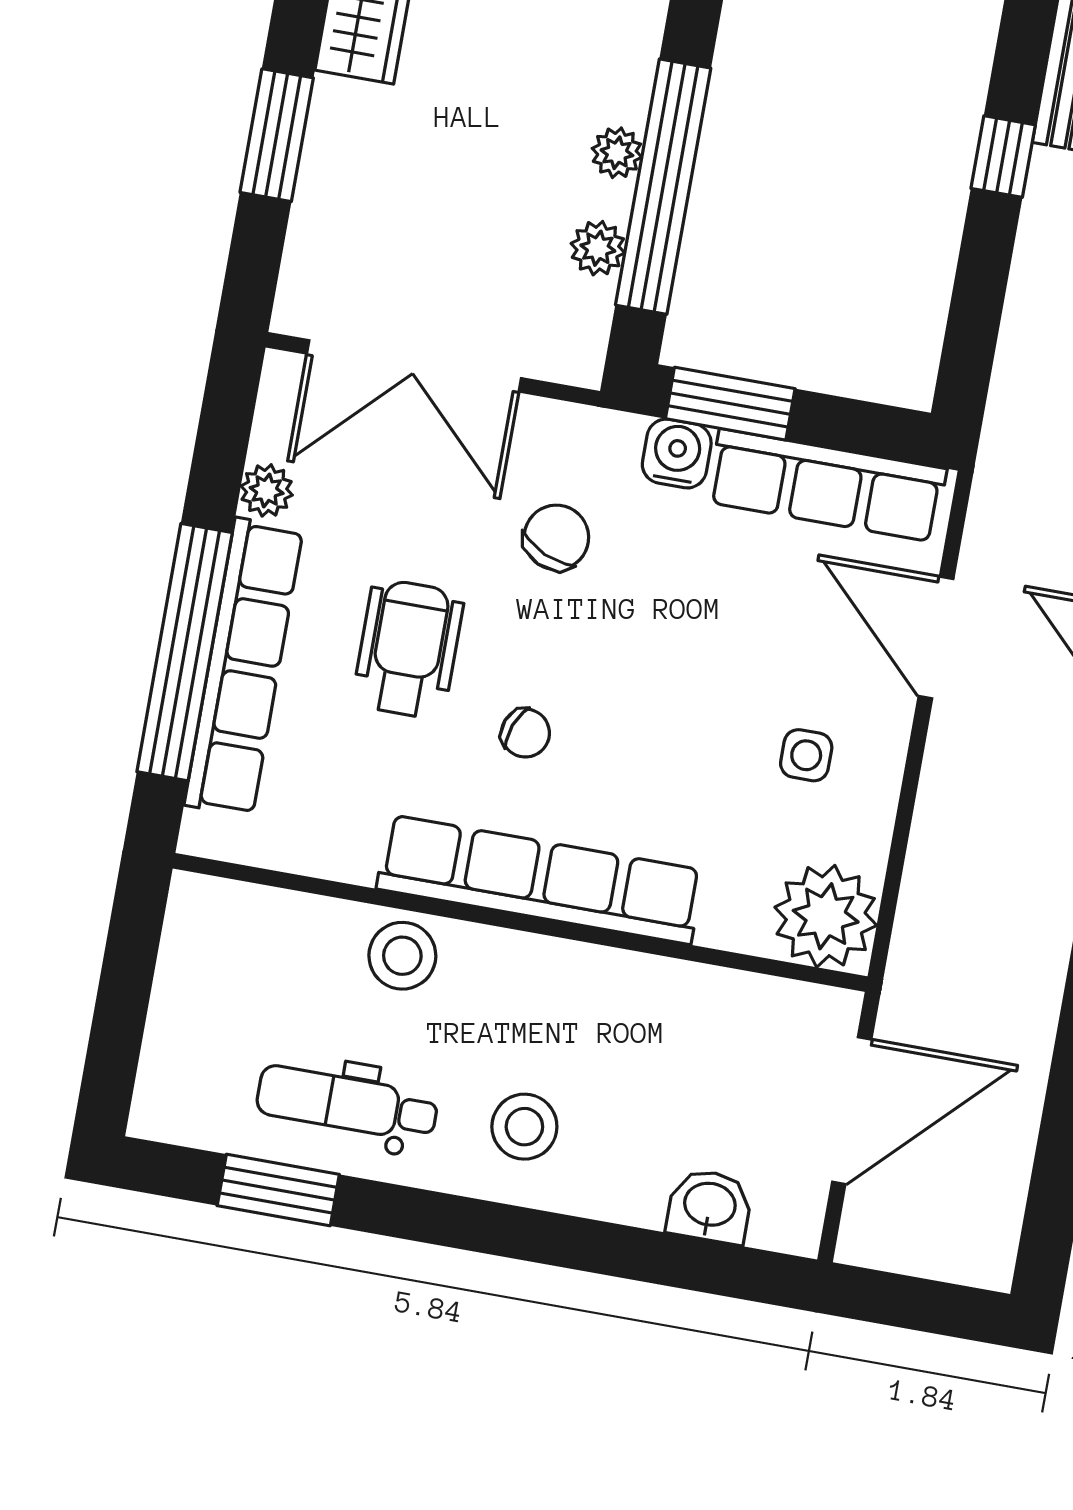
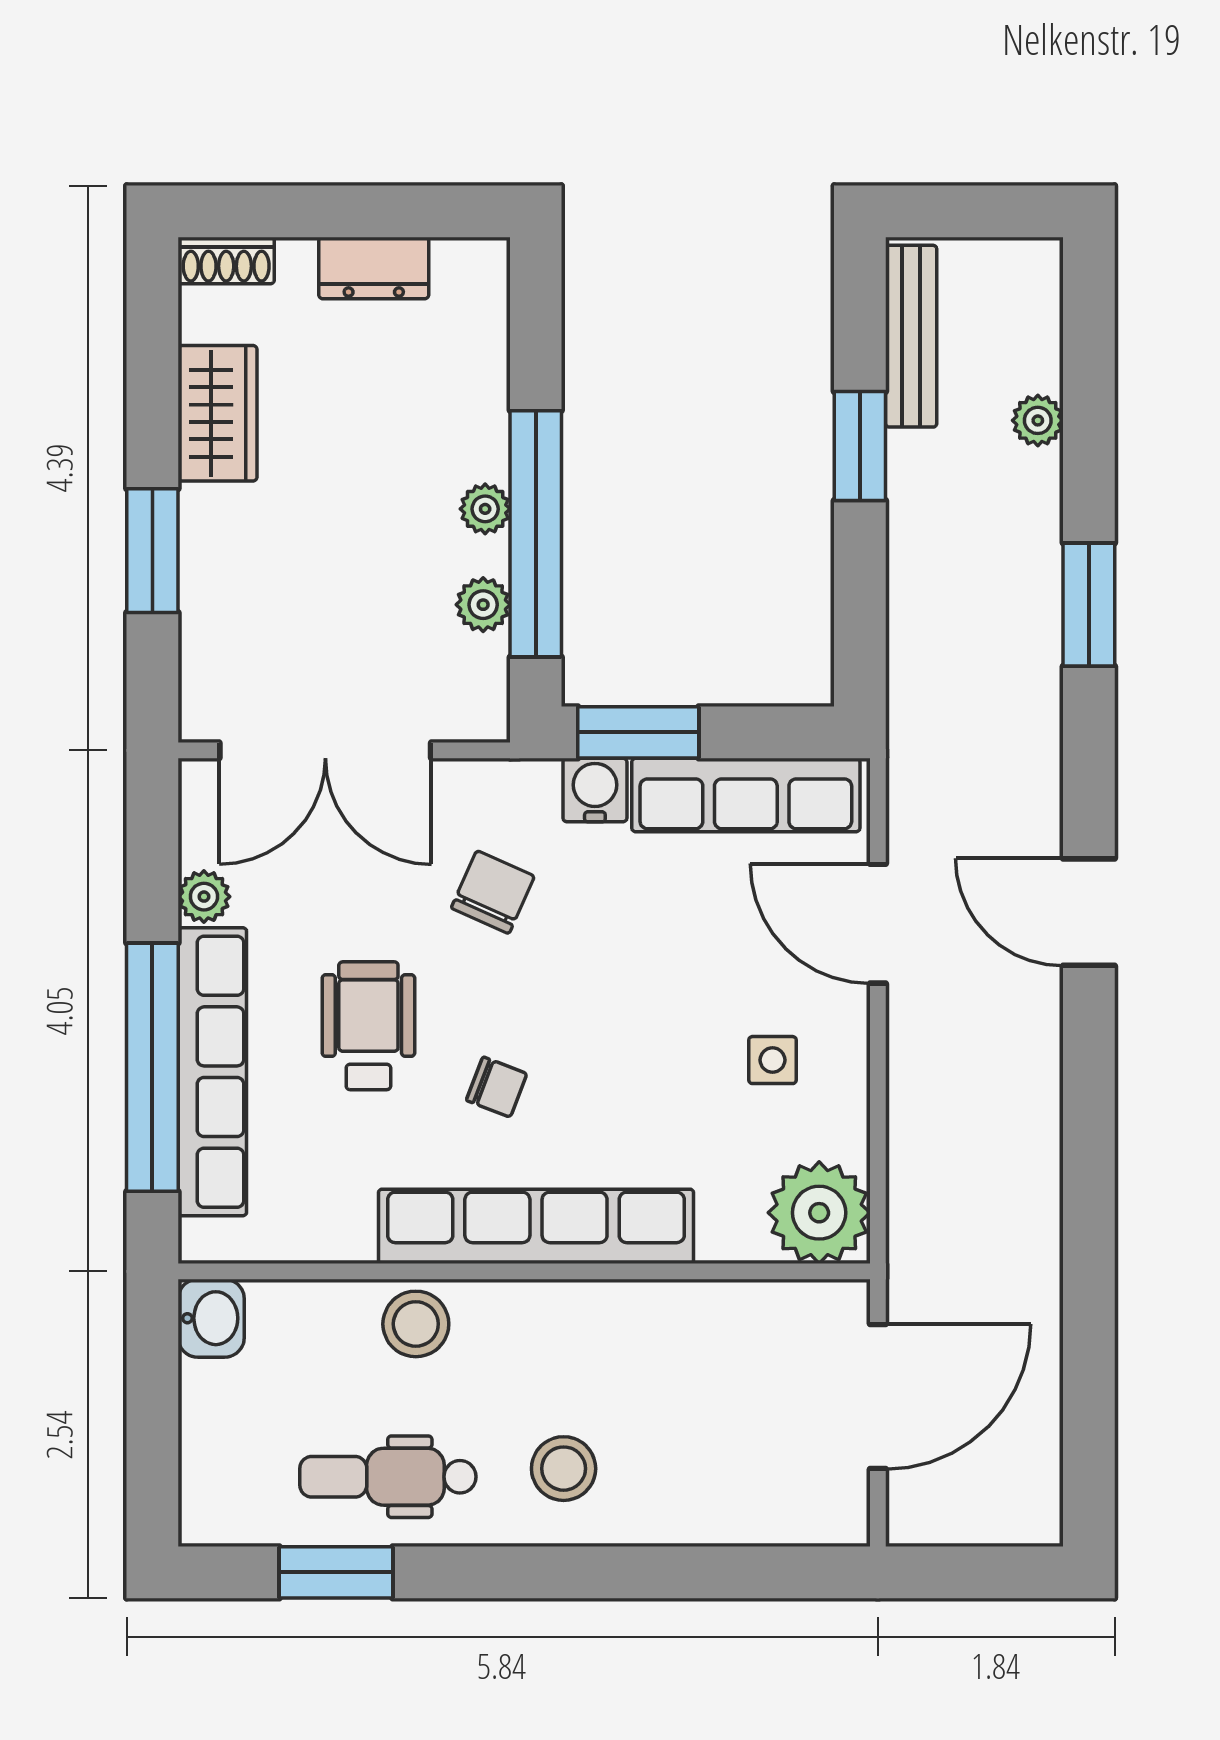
window: (1003, 157) -> (860, 446), width x1.50
washbasin: (710, 1206) -> (211, 1318), moved, turned 90

